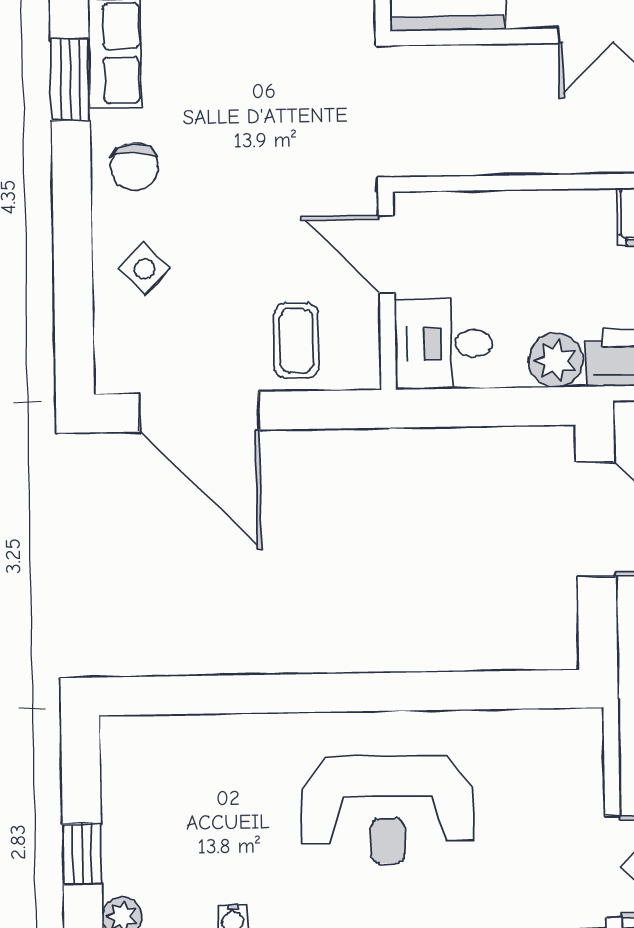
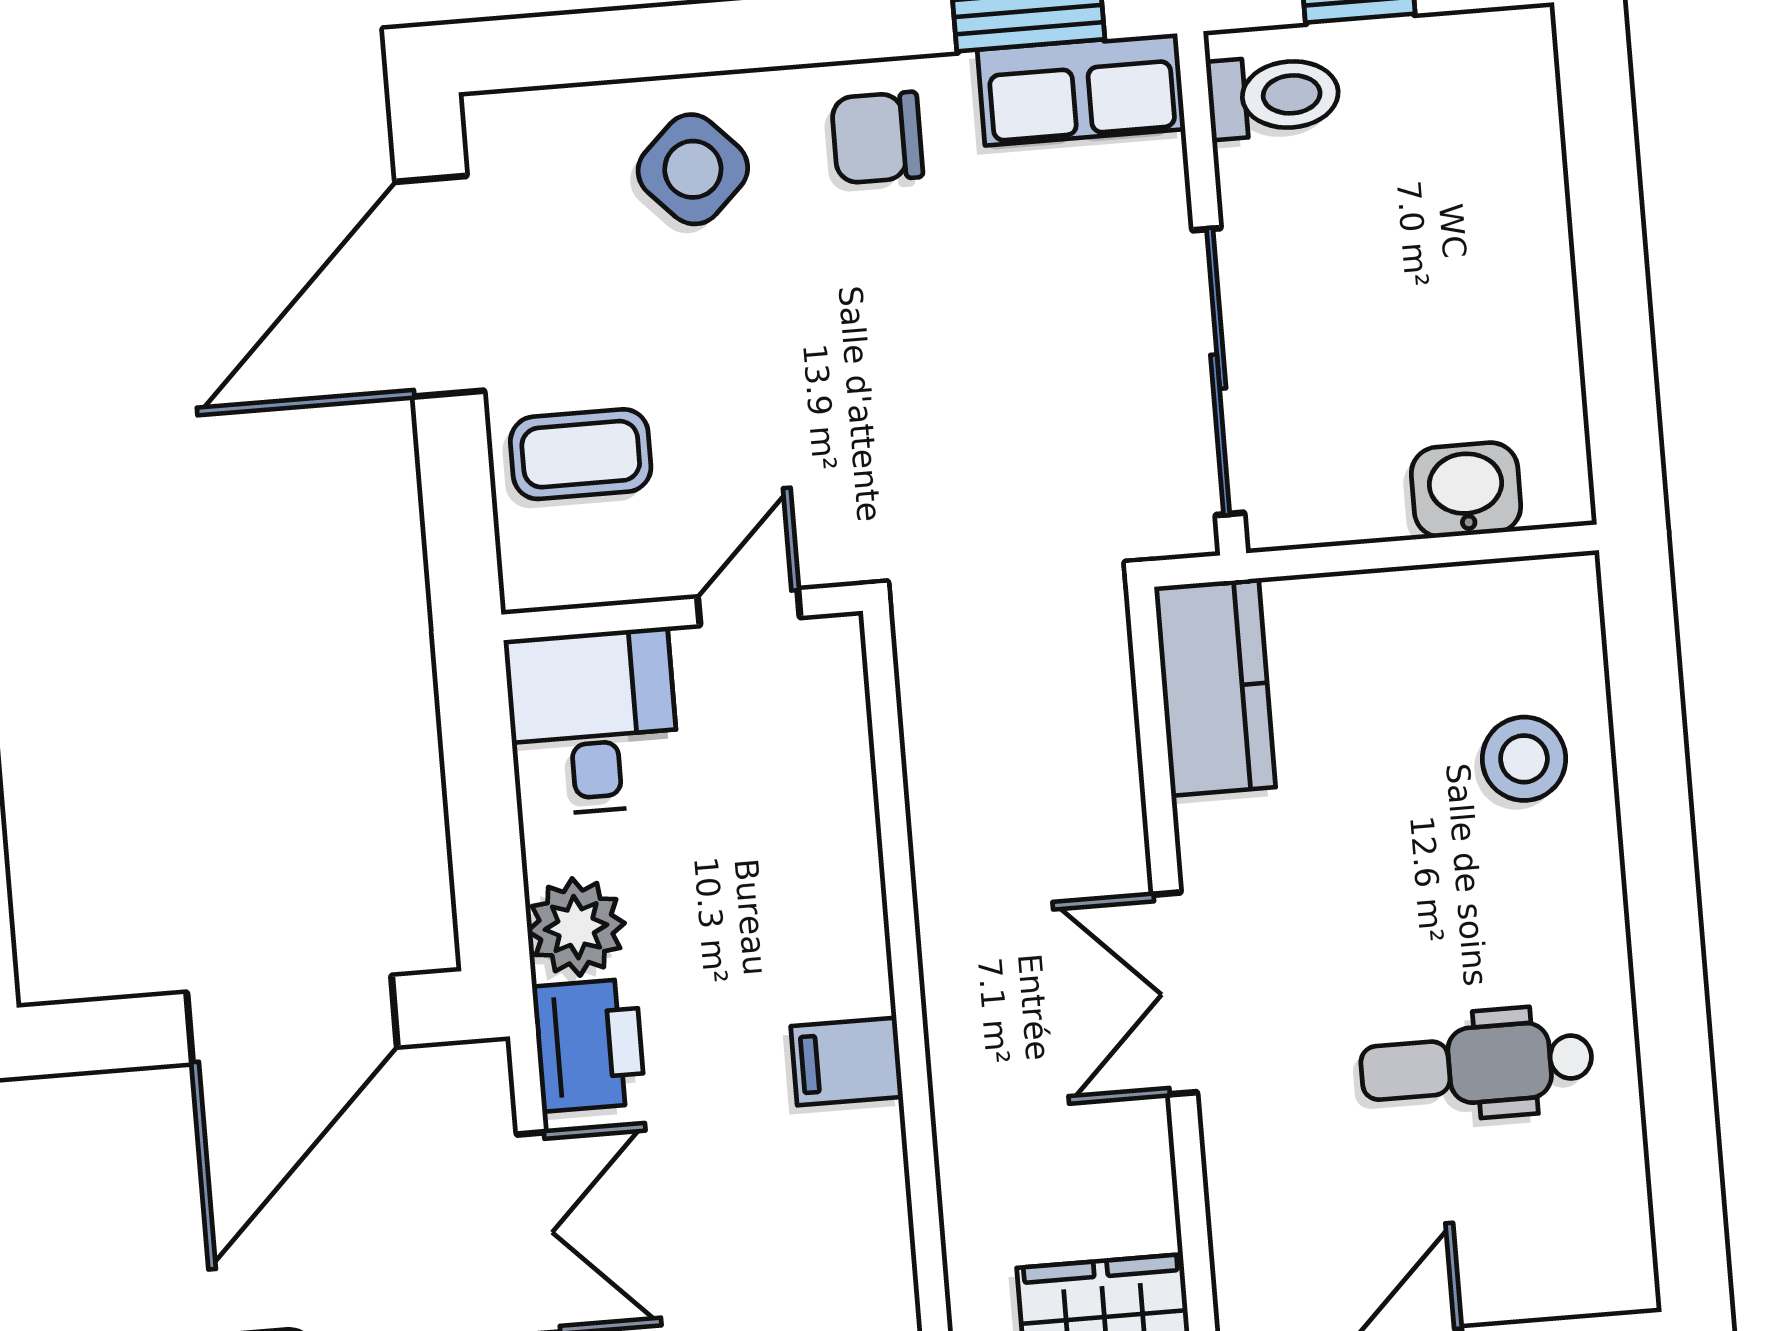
door: (387, 254) -> (749, 607), width x0.73
side table: (145, 269) -> (693, 169), width x1.37, depth x1.37

